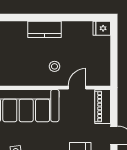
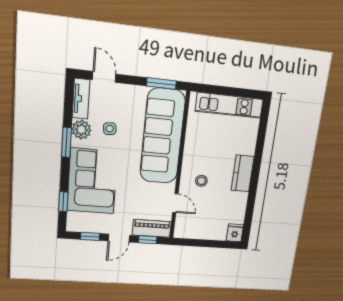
window: (114, 109) -> (148, 240), added

